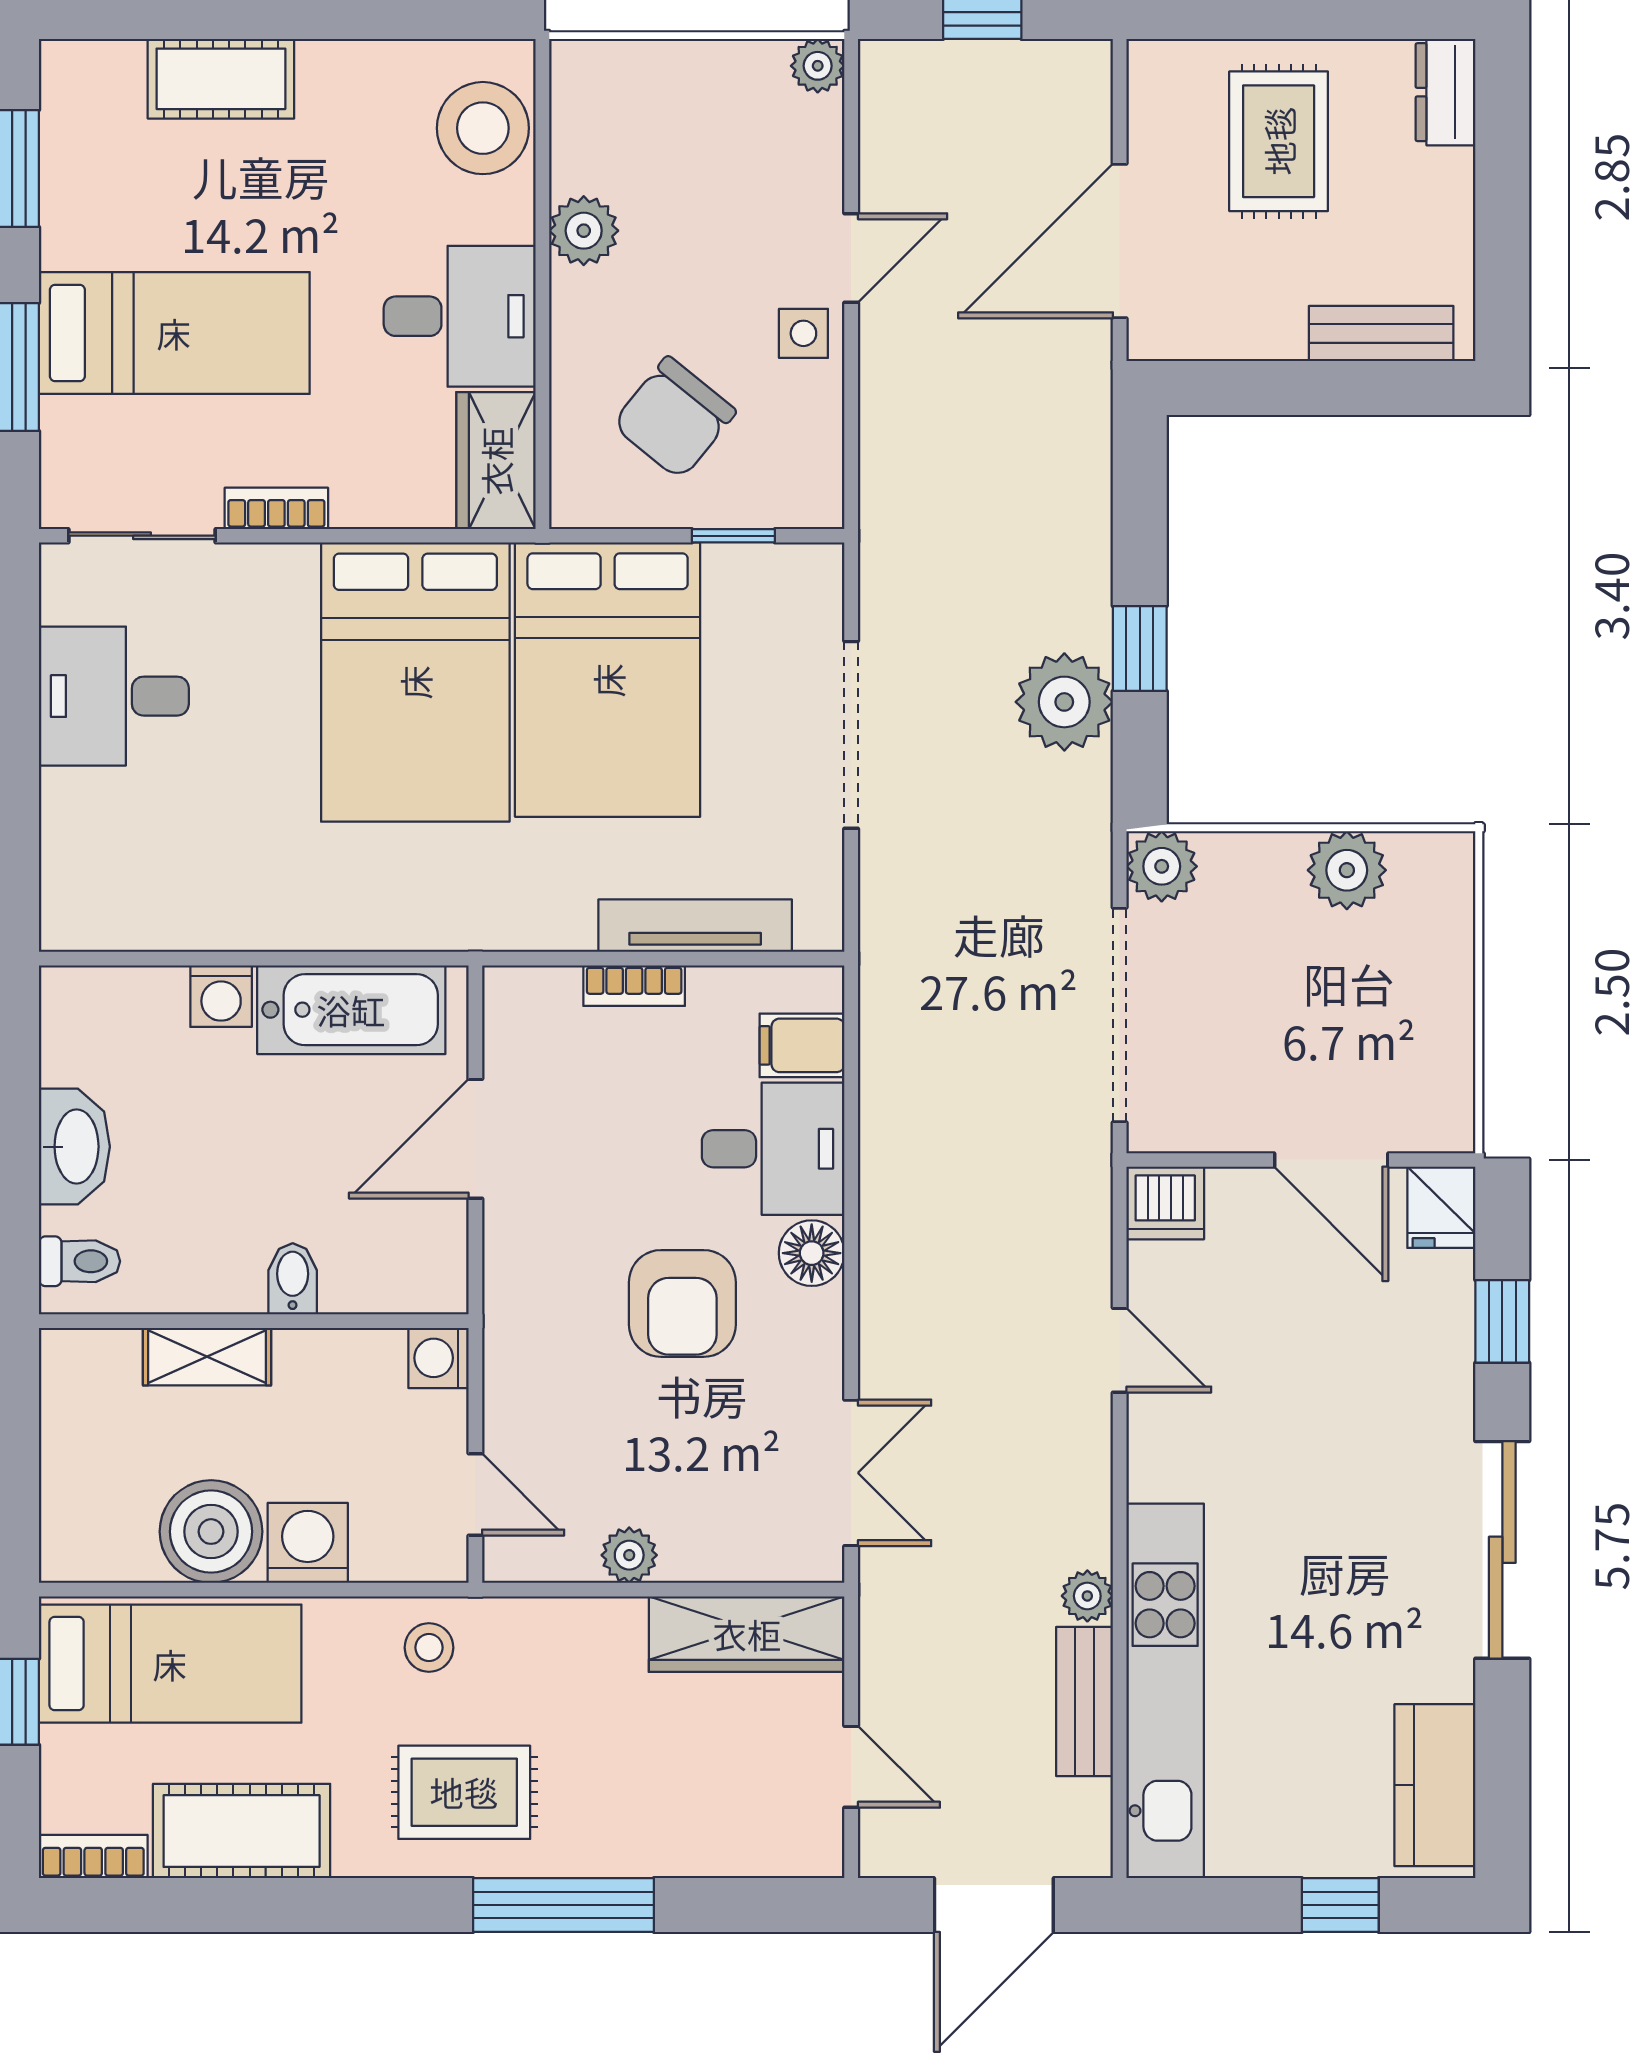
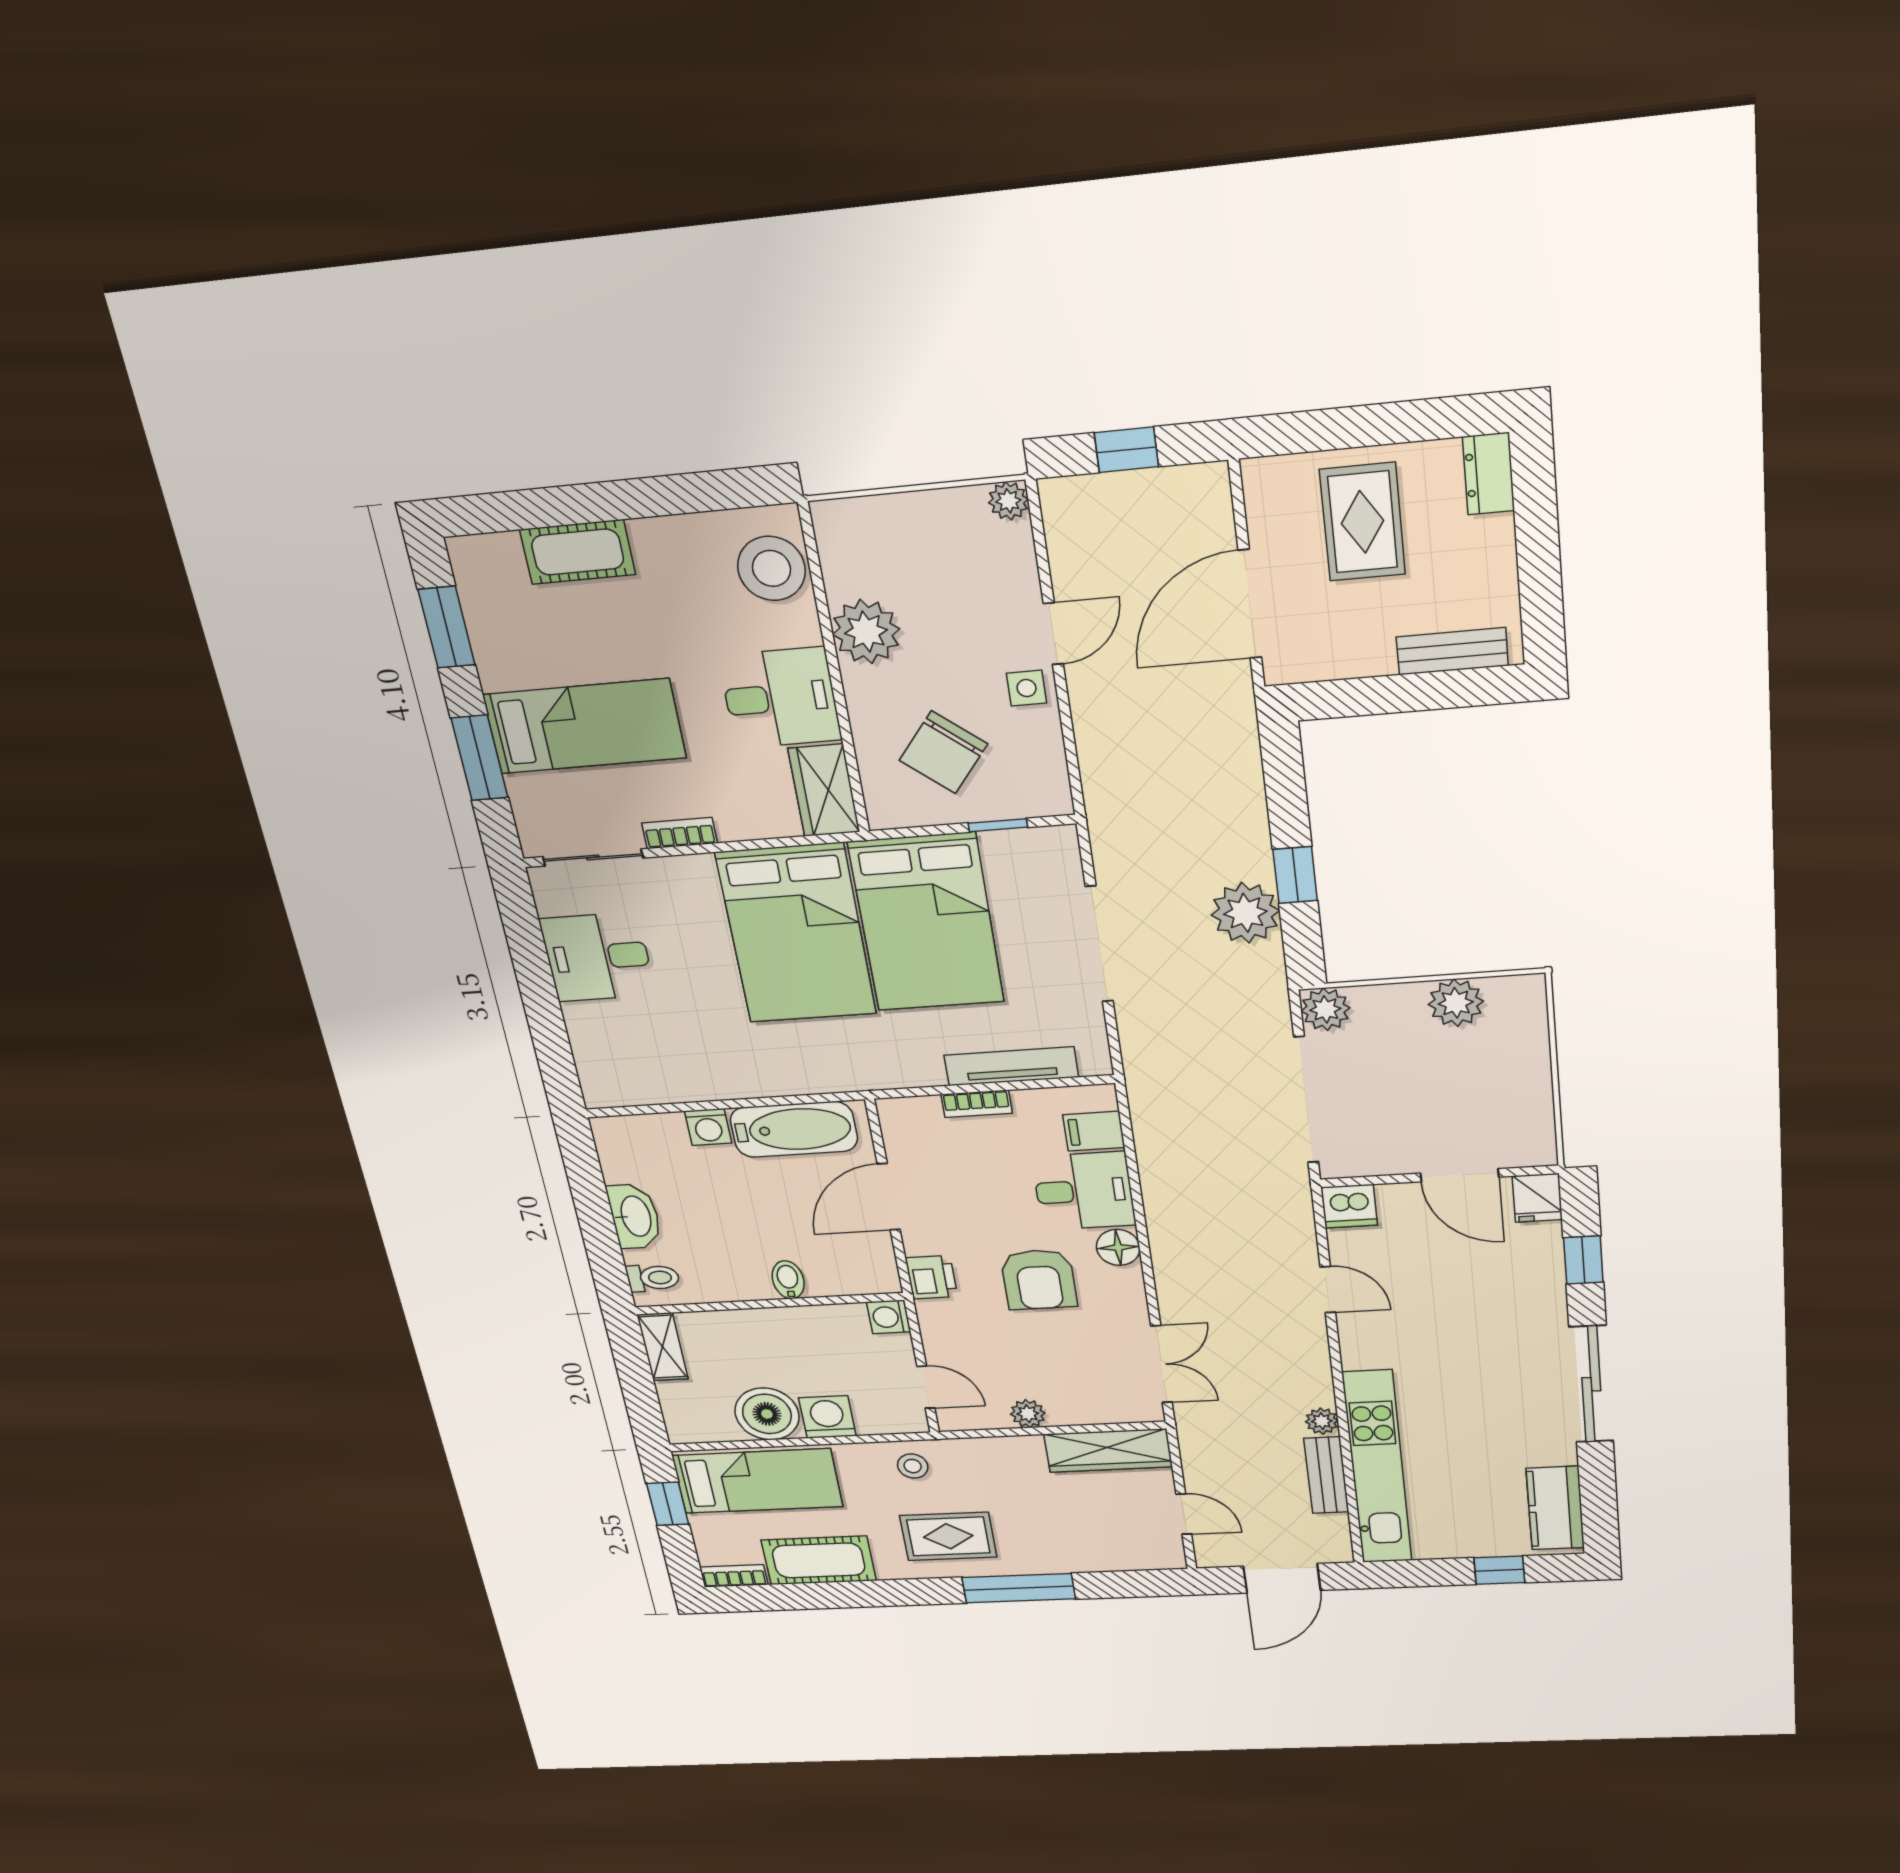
plant: (584, 231) -> (866, 632), width x1.36, depth x1.36
printer: (517, 1289) -> (931, 1277), added
shelving: (207, 1357) -> (663, 1347), moved, turned 90

